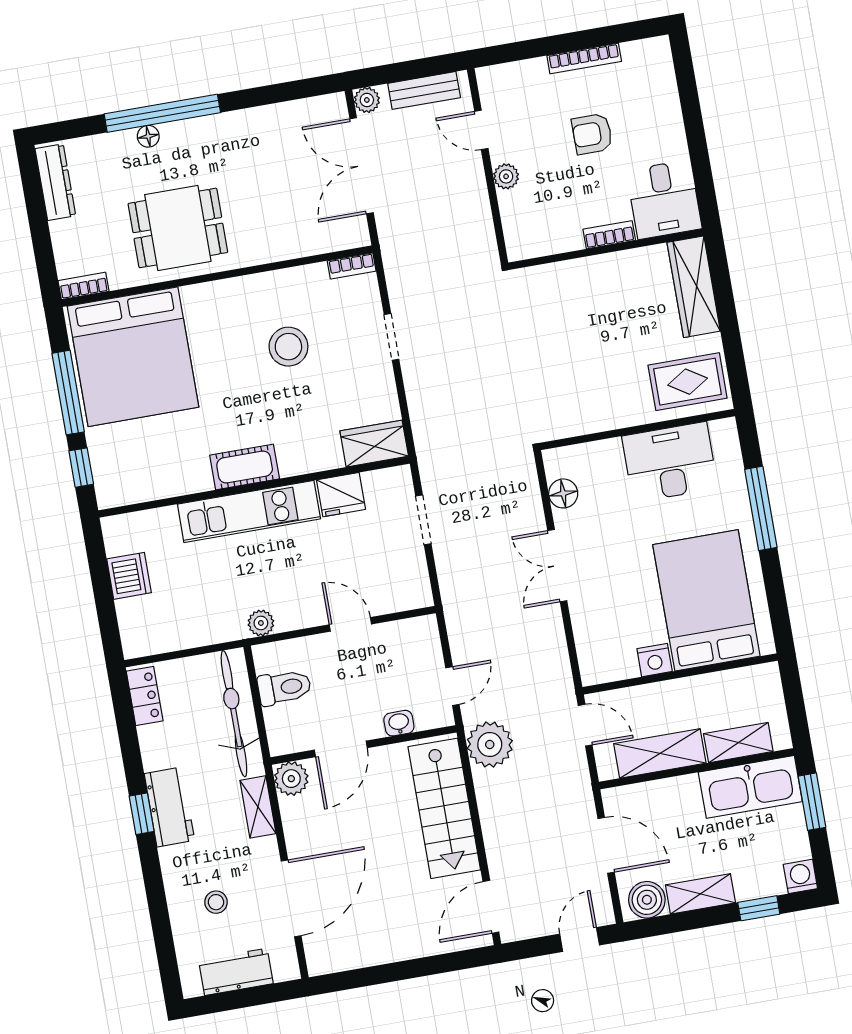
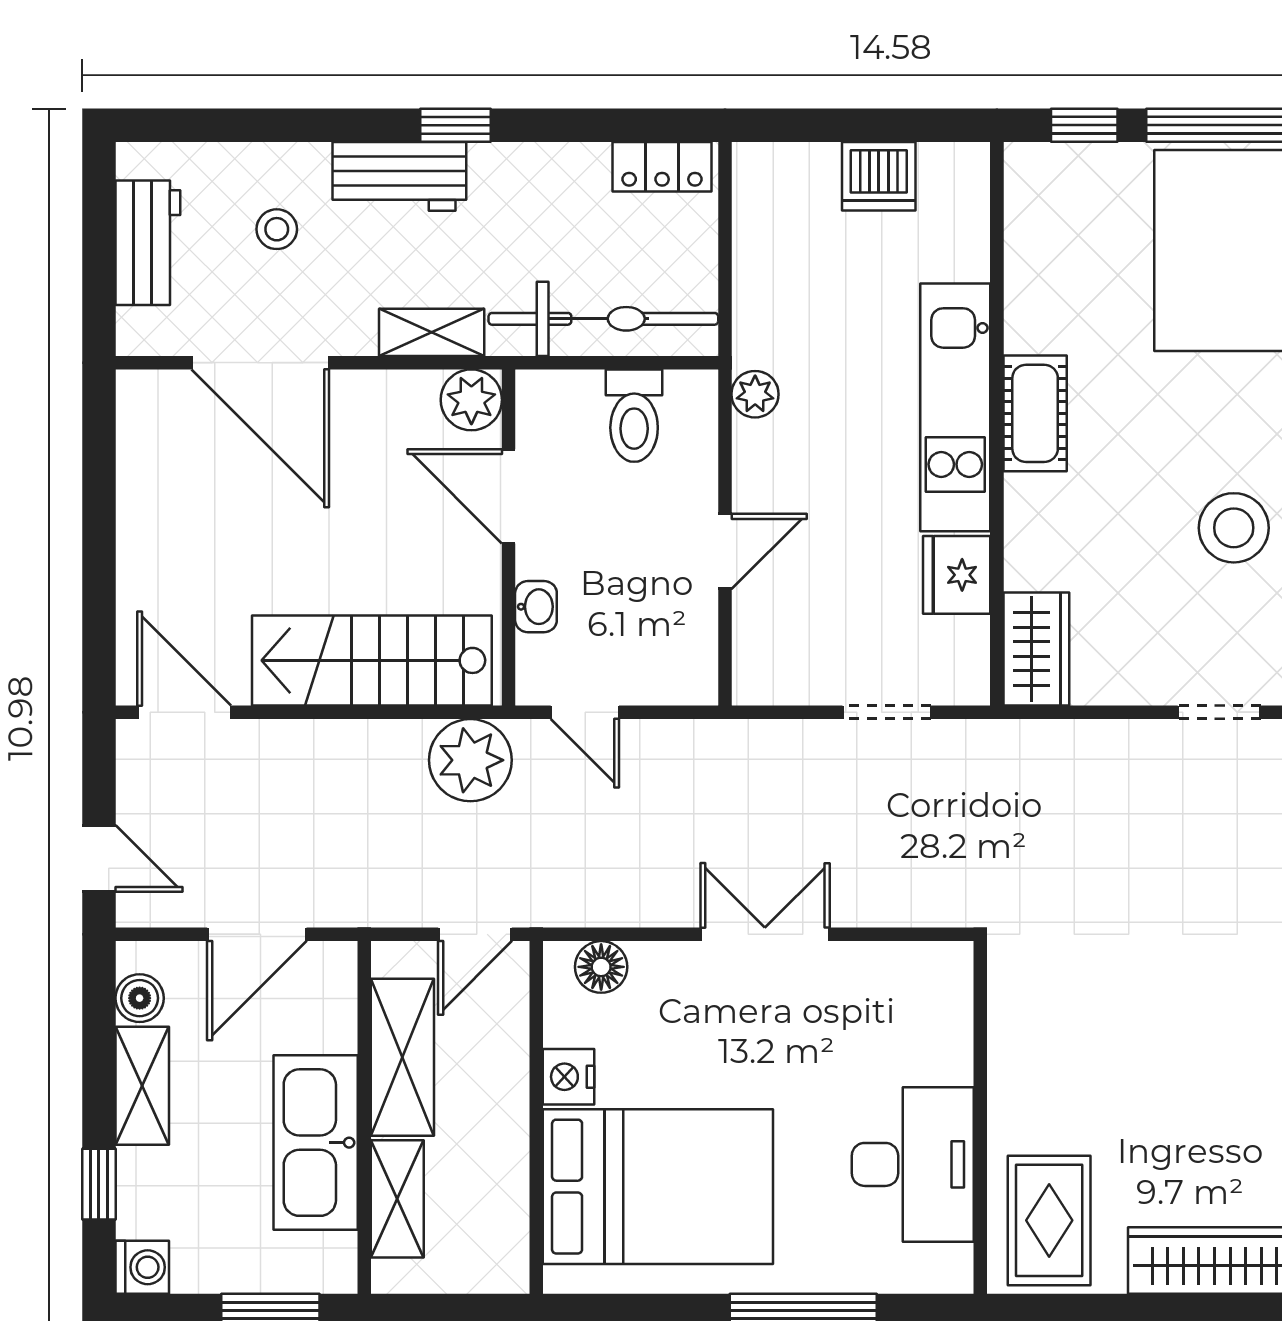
floor lamp: (563, 493) -> (601, 967), moved
kitchen sink: (750, 787) -> (316, 1143), moved
workbench: (169, 807) -> (399, 176), moved
boiler: (647, 900) -> (140, 998), width x0.73, depth x0.73

